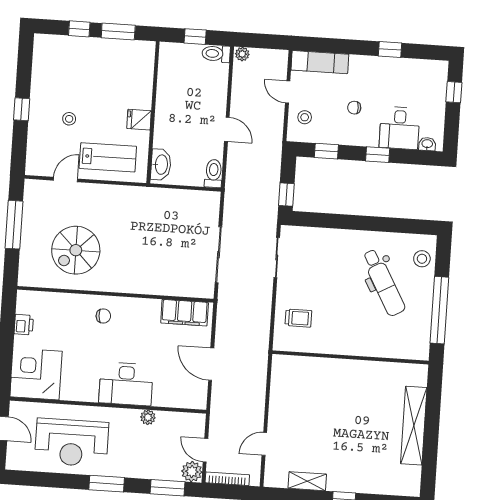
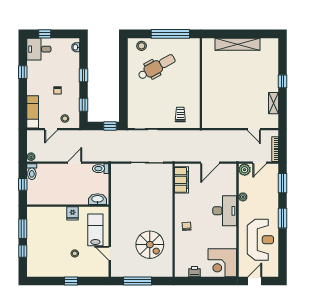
desk: (399, 128) -> (39, 49), moved, turned 180
plant: (192, 472) -> (245, 170), moved

